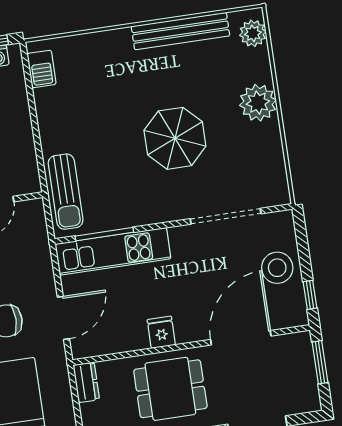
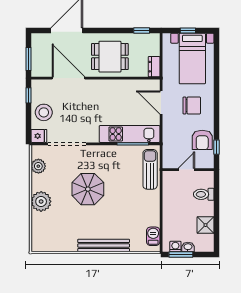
bench: (181, 31) -> (104, 246), moved
plant: (253, 33) -> (38, 166), moved
door: (63, 318) -> (161, 103), hinge flipped
fridge: (161, 332) -> (39, 136), moved, turned -90
door: (241, 338) -> (69, 78), swing flipped

